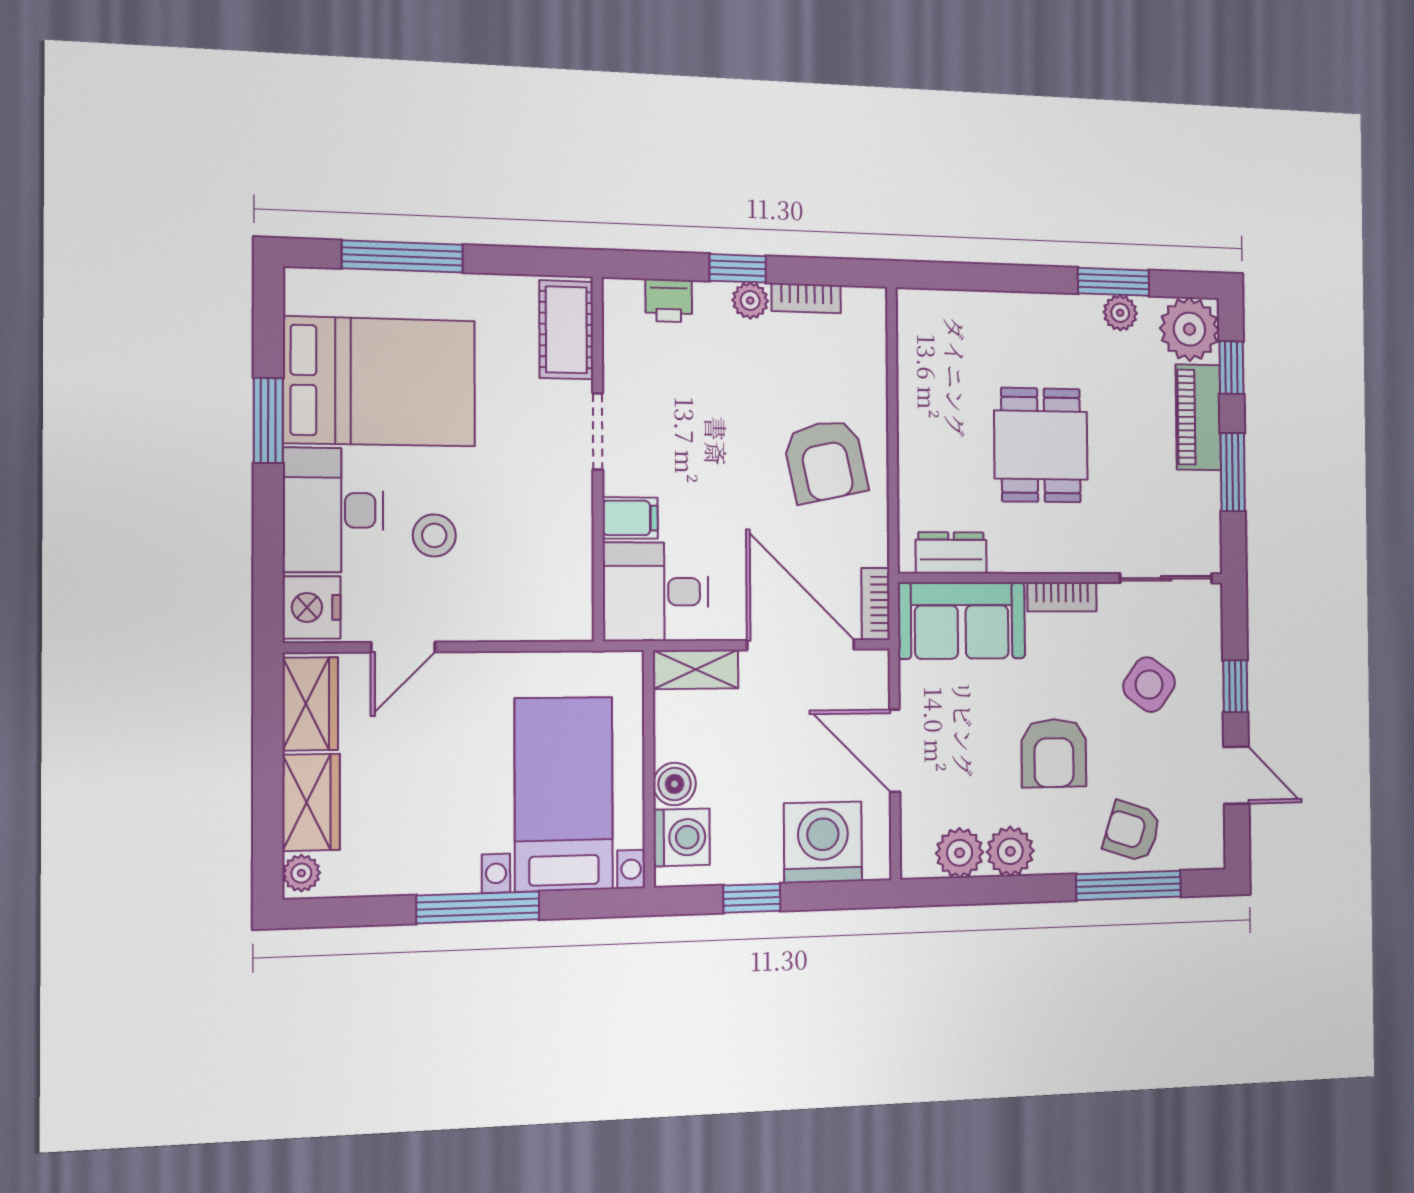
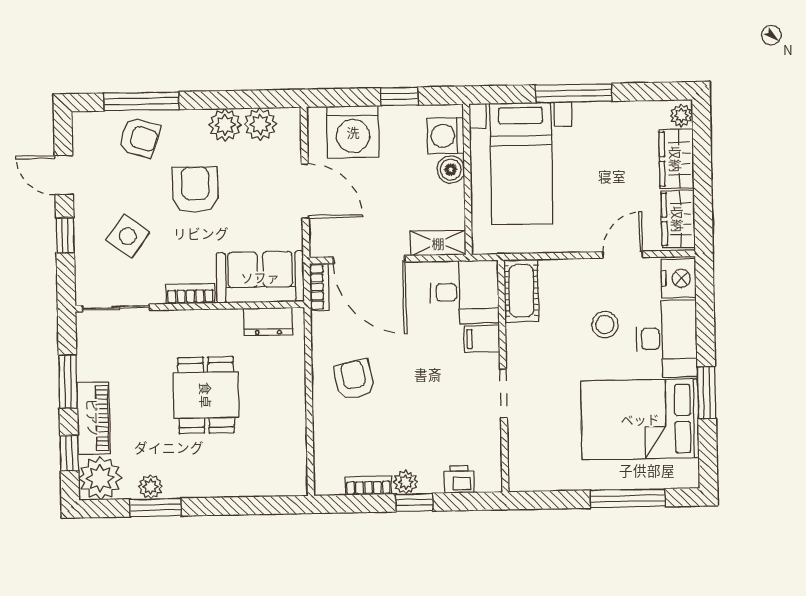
cot: (566, 330) -> (521, 291), moved
armchair: (826, 461) -> (354, 380), width x0.72, depth x0.72

